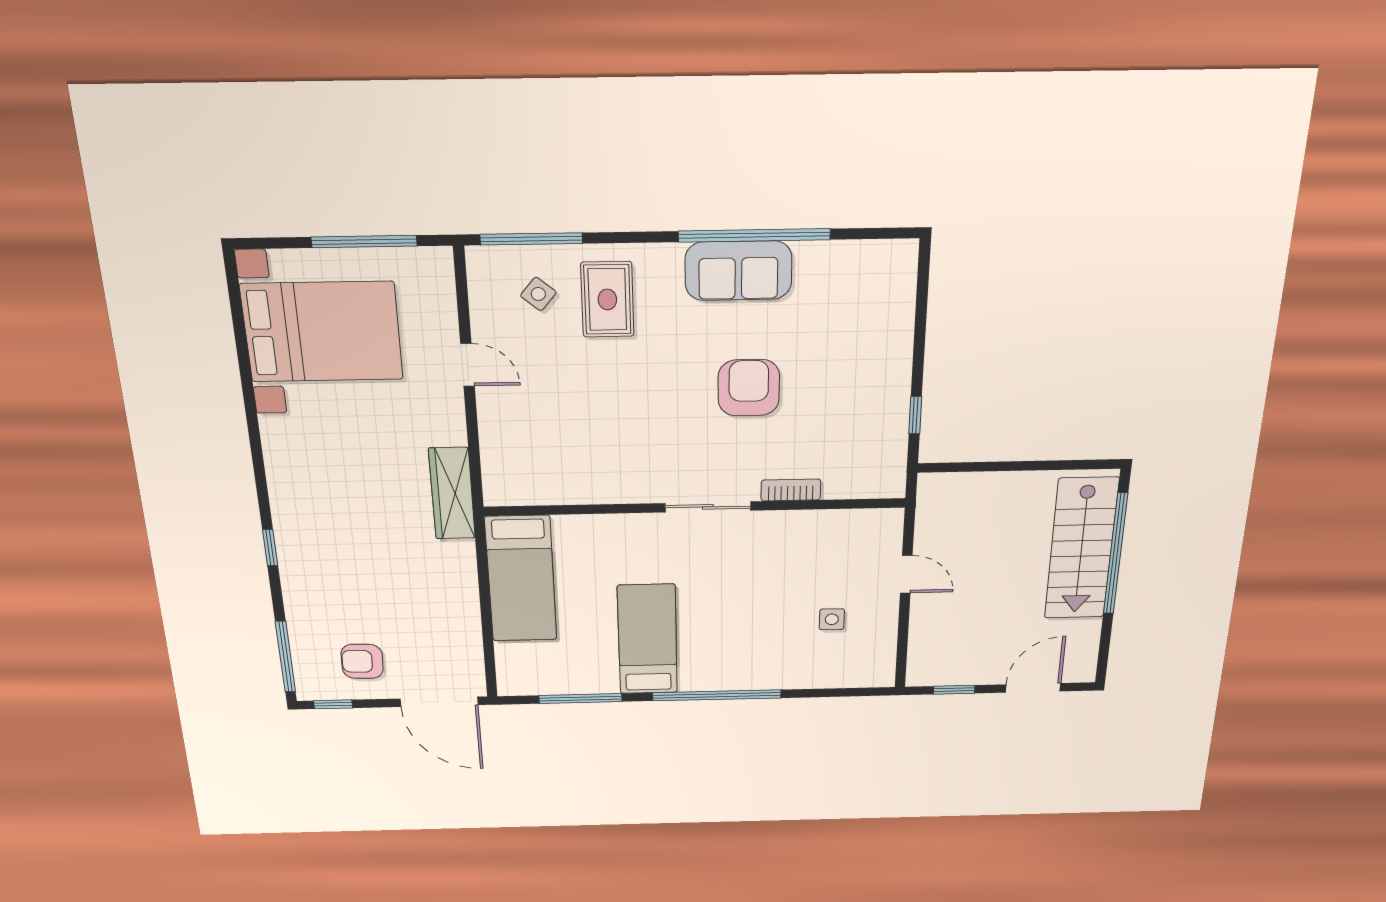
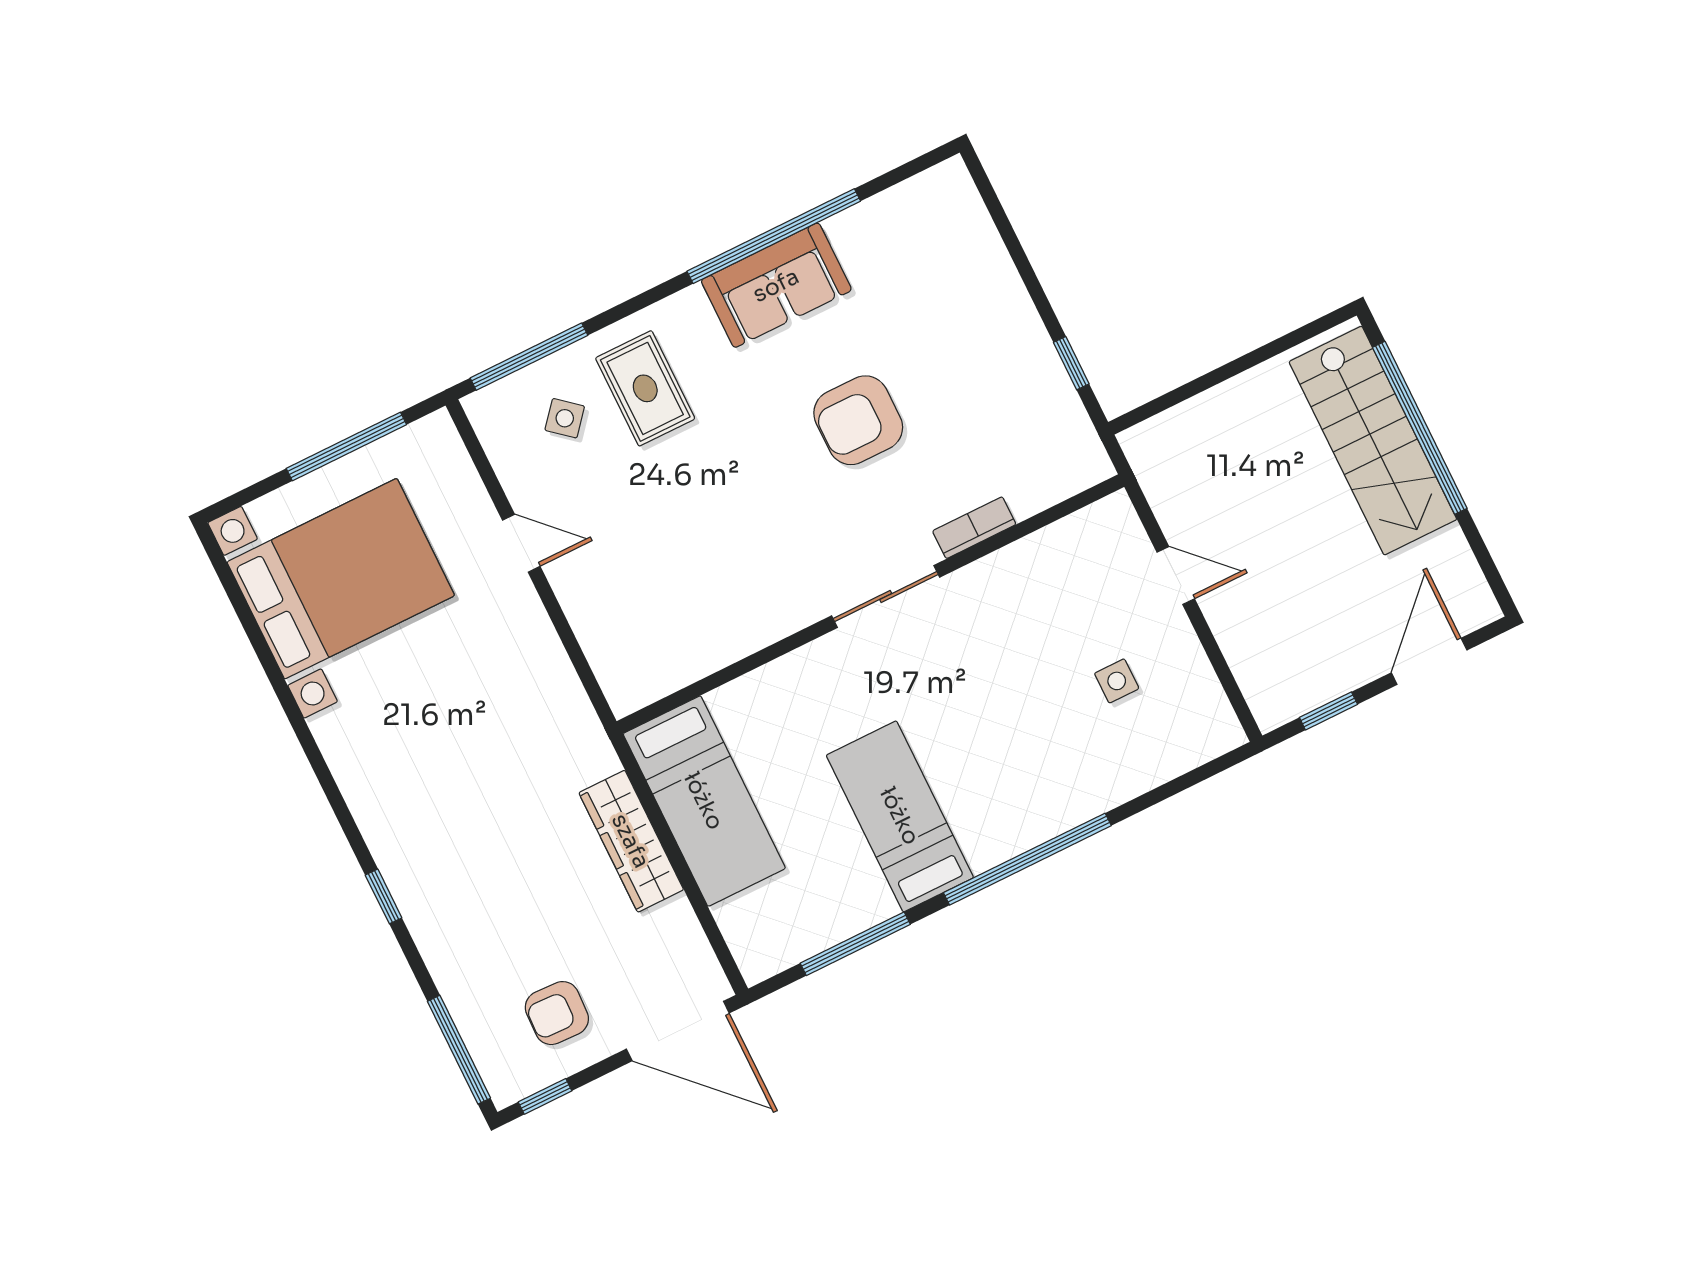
armchair: (749, 388) -> (858, 420), turned -90
wardrobe: (452, 493) -> (631, 841), moved

